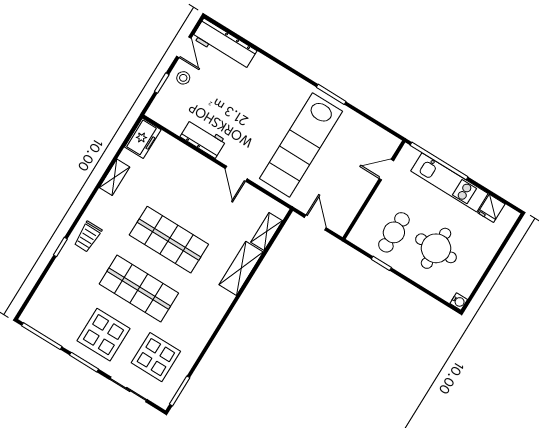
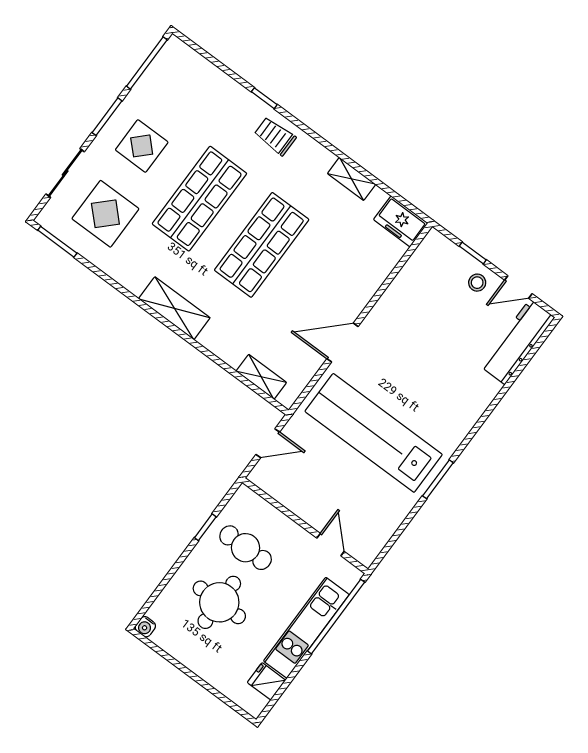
workbench: (203, 139) -> (393, 302), removed
door: (236, 174) -> (342, 343), width x1.38
shelving: (241, 268) -> (174, 308), moved
display table: (103, 335) -> (142, 146), width x0.73, depth x0.73

